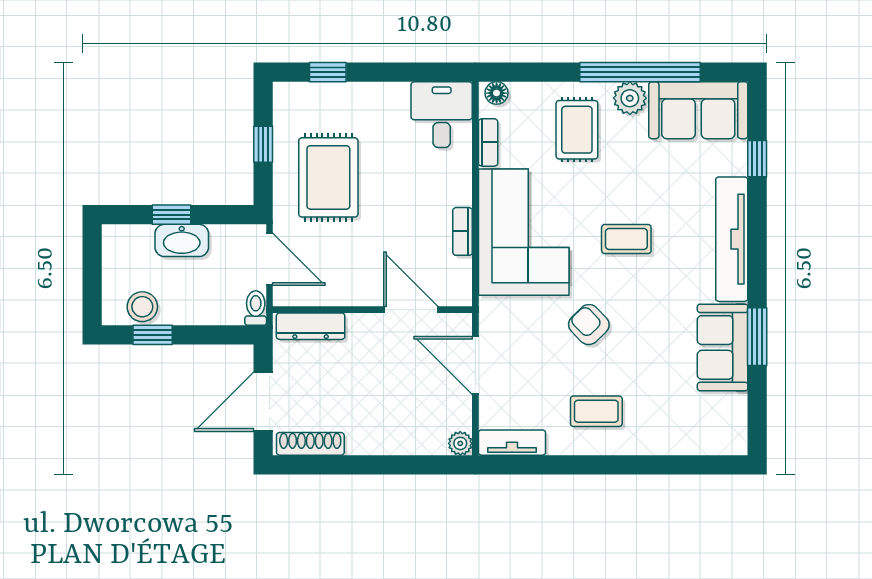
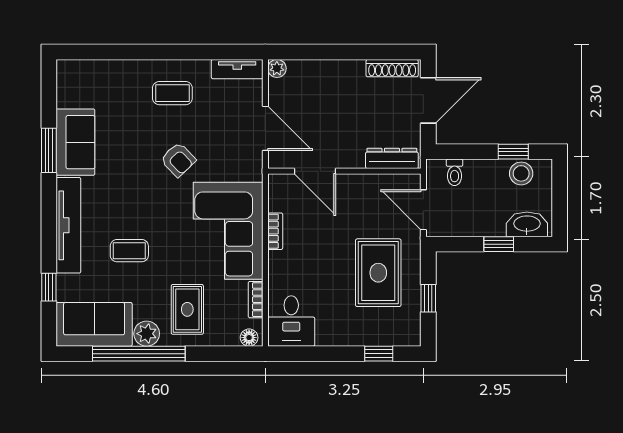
coffee table: (626, 239) -> (129, 251), moved
washbasin: (182, 240) -> (527, 224), moved
toilet: (256, 308) -> (455, 172), moved

